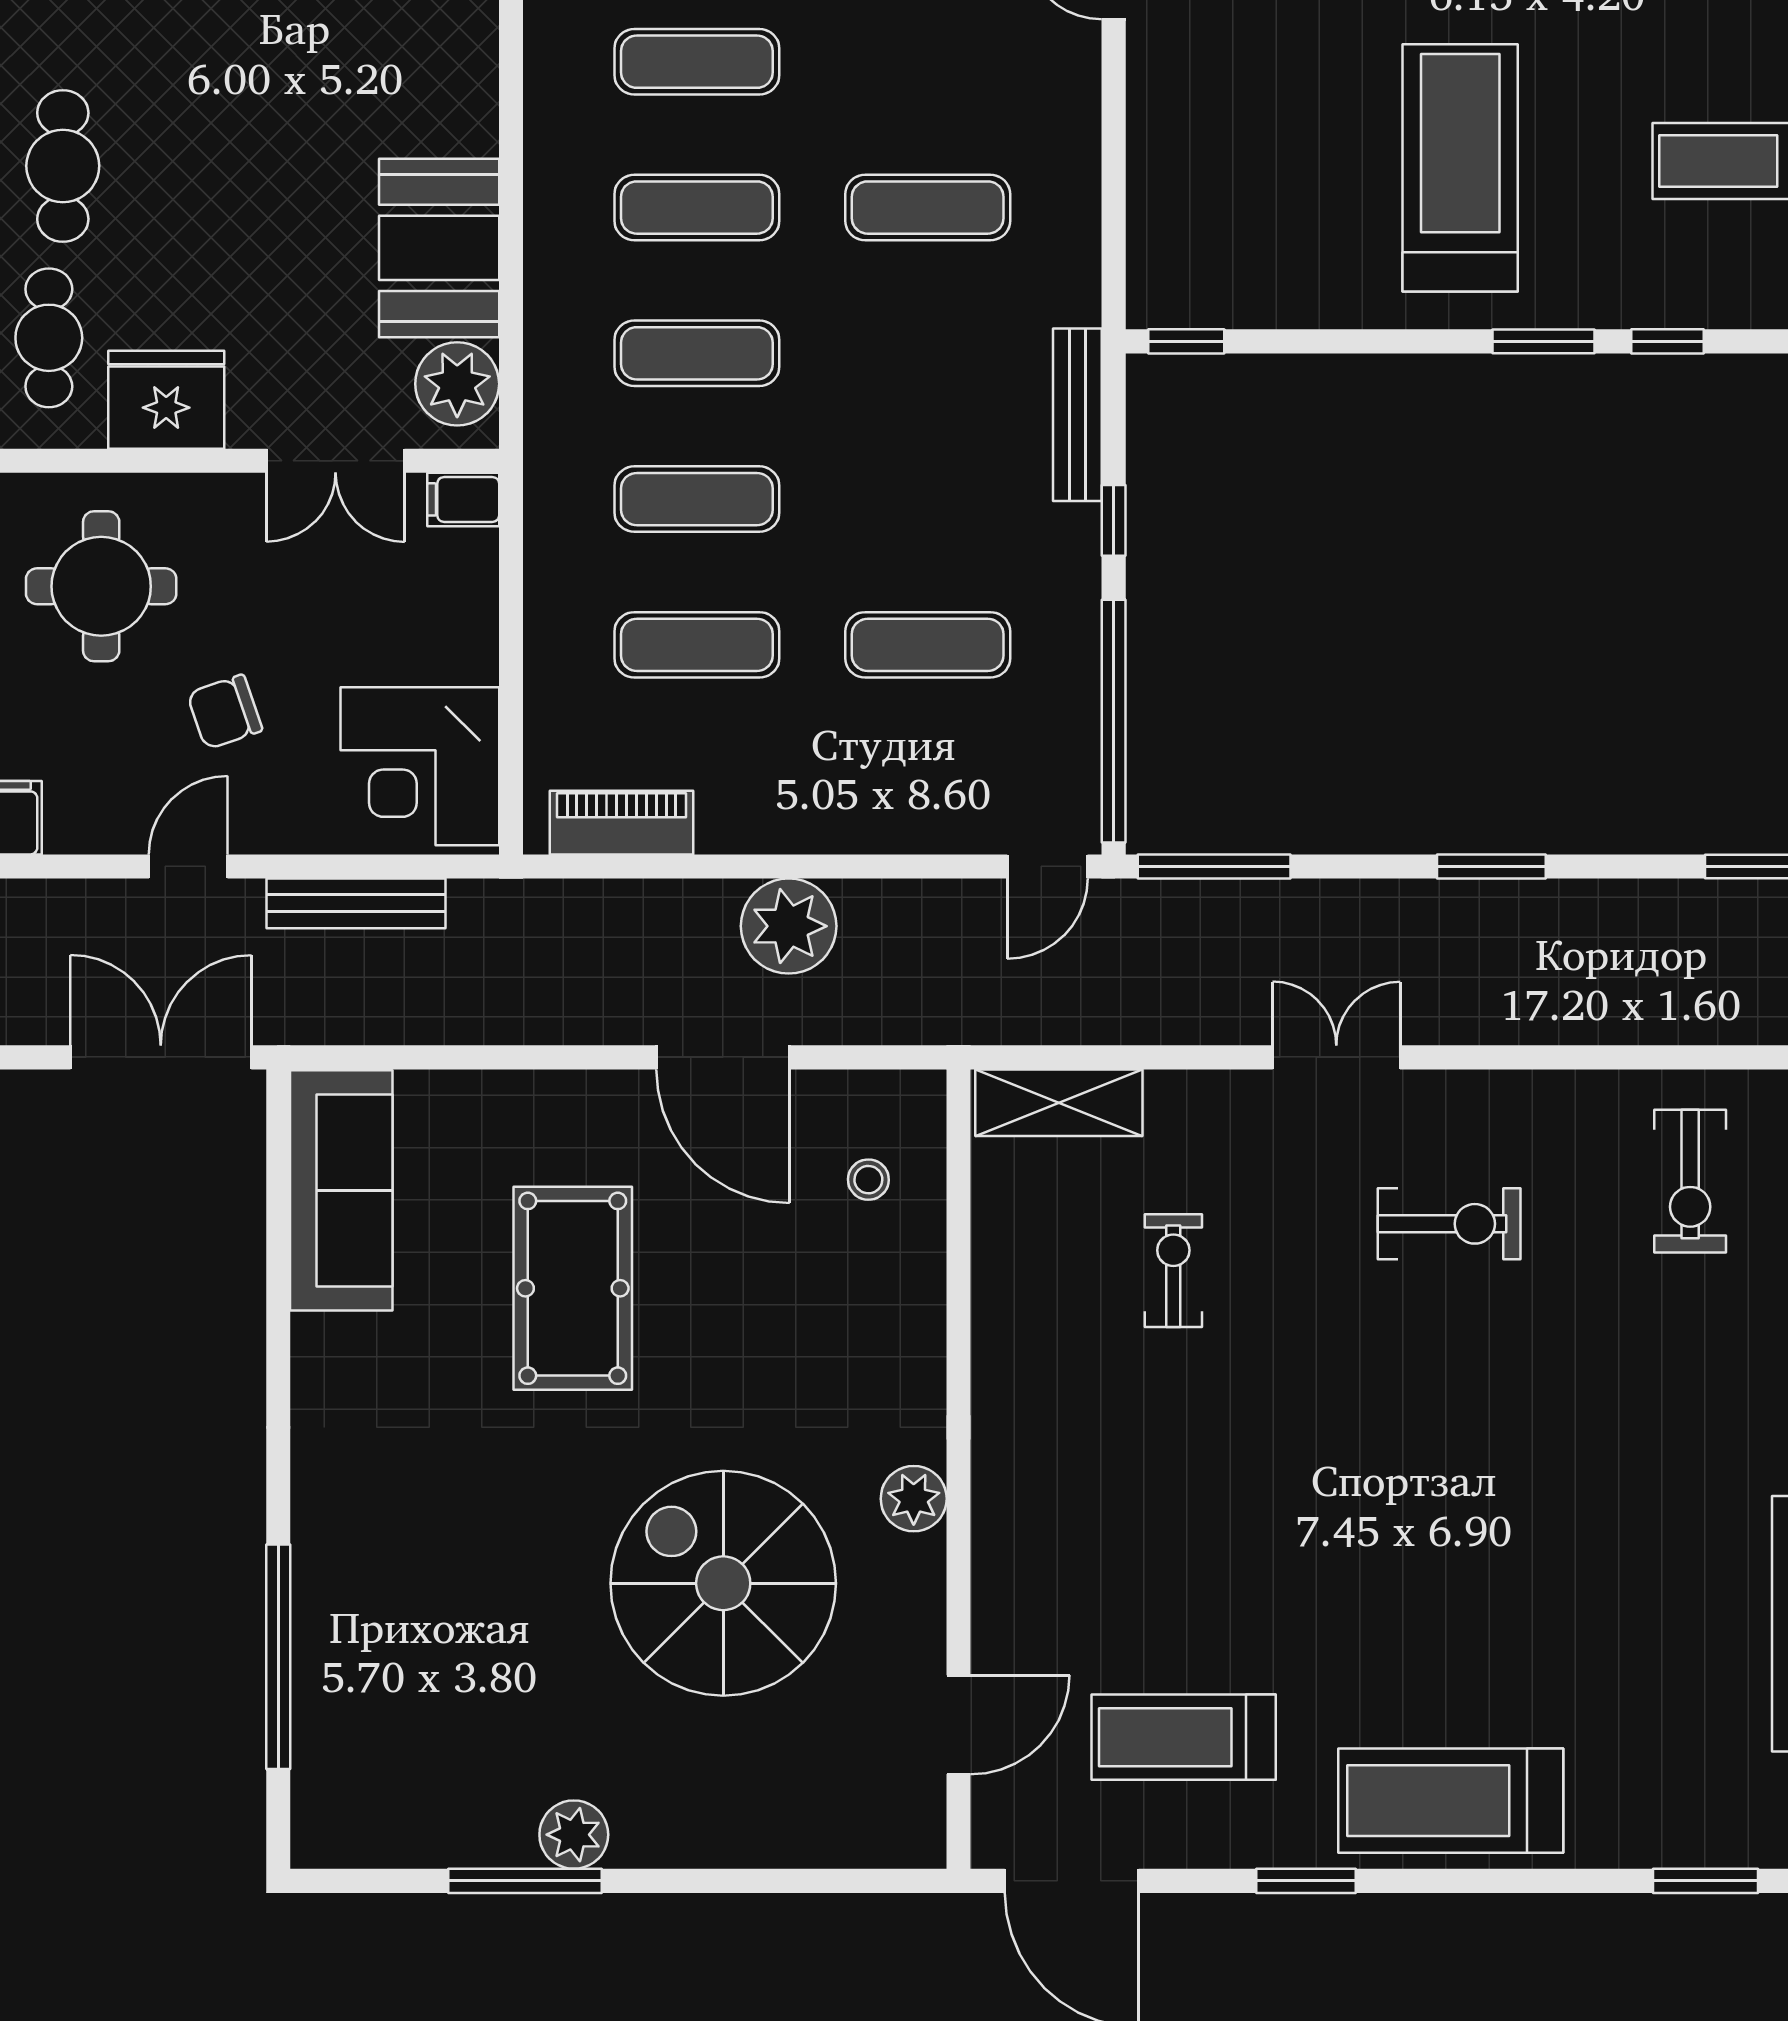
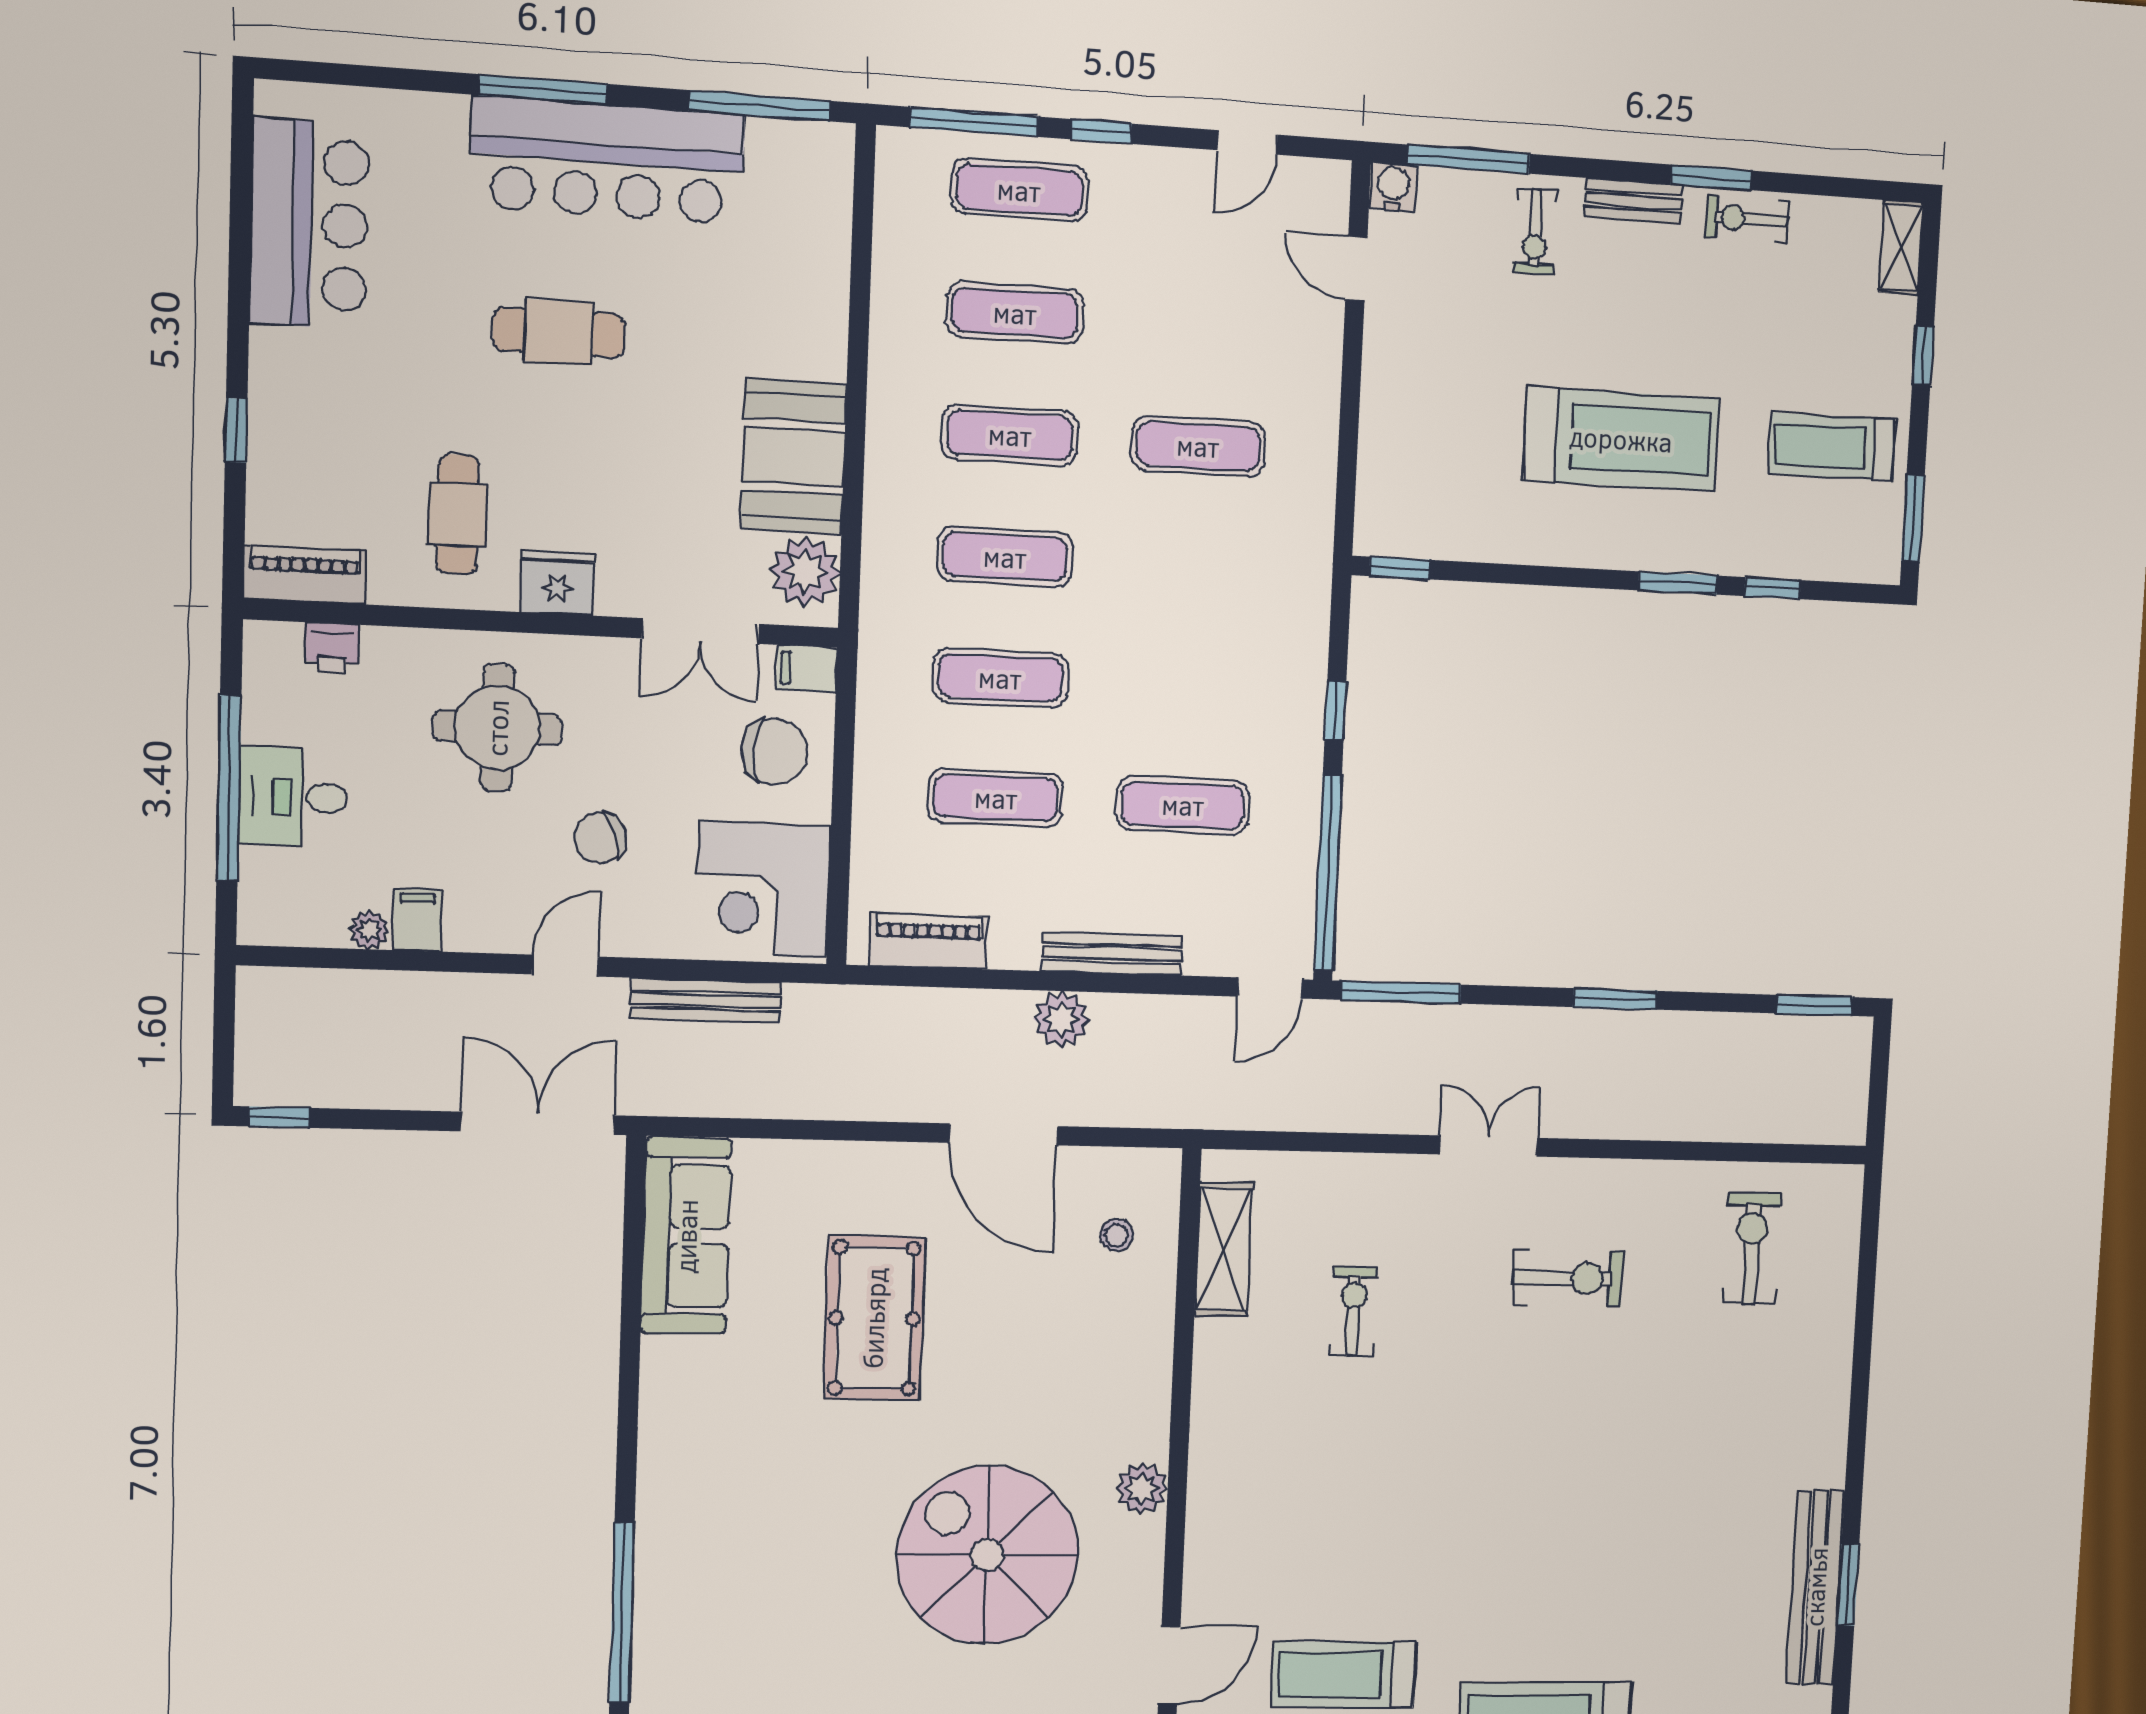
cafe table: (63, 166) -> (559, 332), moved, turned 90
treadmill: (1460, 168) -> (1621, 439), turned 90
fridge: (166, 400) -> (557, 583), width x0.73, depth x0.75
bench: (1077, 415) -> (1112, 954), moved, turned 90
chair: (428, 600) -> (774, 751), added
plant: (789, 926) -> (1061, 1019), width x0.73, depth x0.73
shelving: (1059, 1103) -> (1224, 1249), moved, turned 90
exercise bike: (1690, 1181) -> (1751, 1248), turned 180

